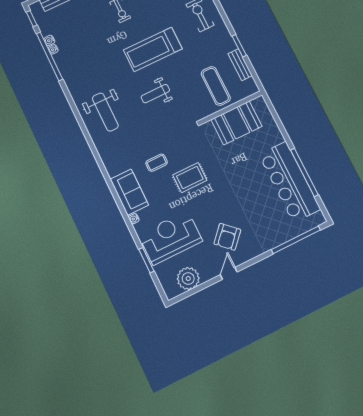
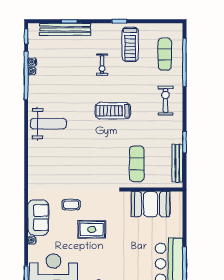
treadmill: (153, 49) -> (113, 111), width x0.73, depth x0.73
bench: (240, 65) -> (177, 163), width x1.36
exercise mat: (216, 86) -> (137, 164), moved
weight bench: (155, 94) -> (97, 148), removed
weight bench: (105, 112) -> (48, 124), moved, turned -90

